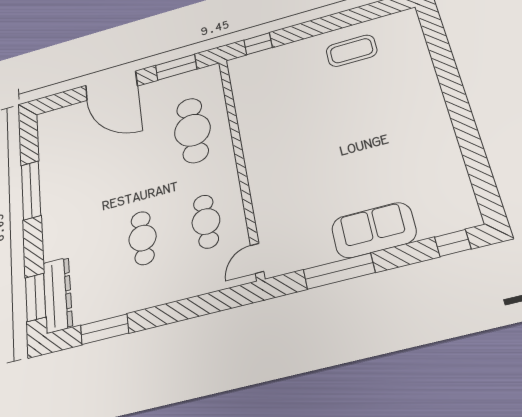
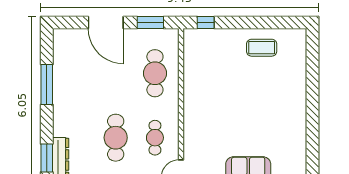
cafe table: (143, 238) -> (116, 138), width x1.37, depth x1.35

